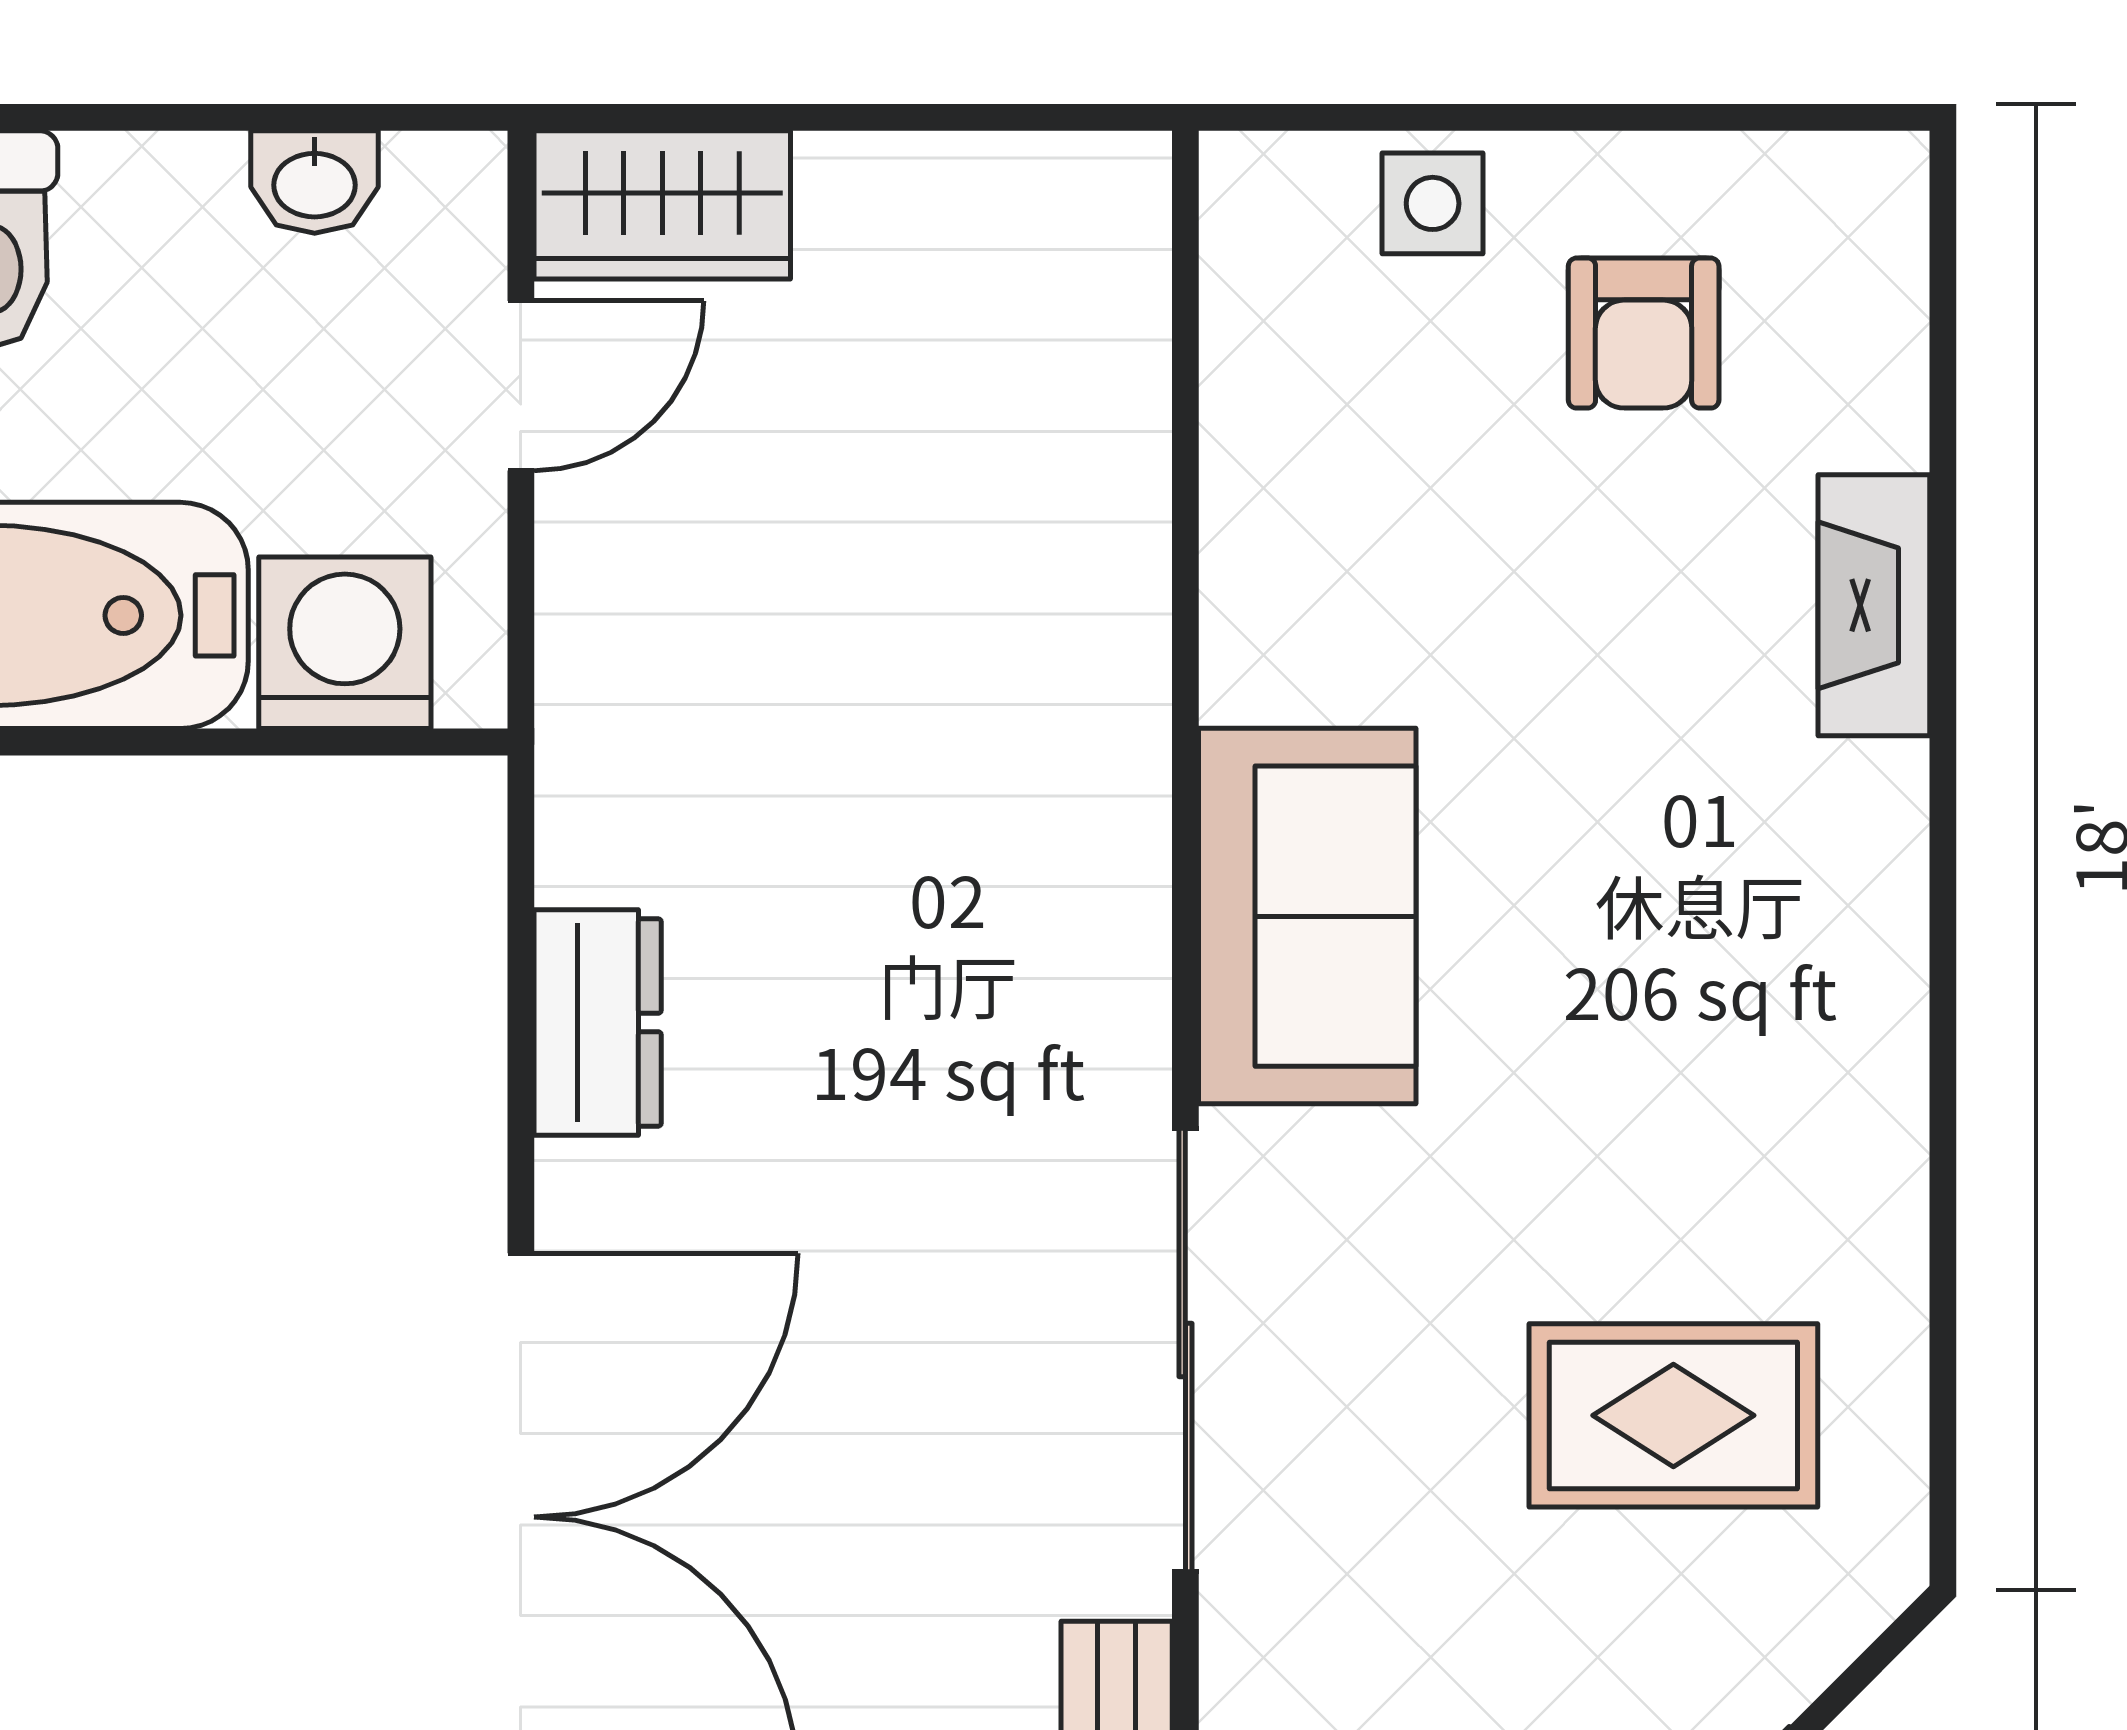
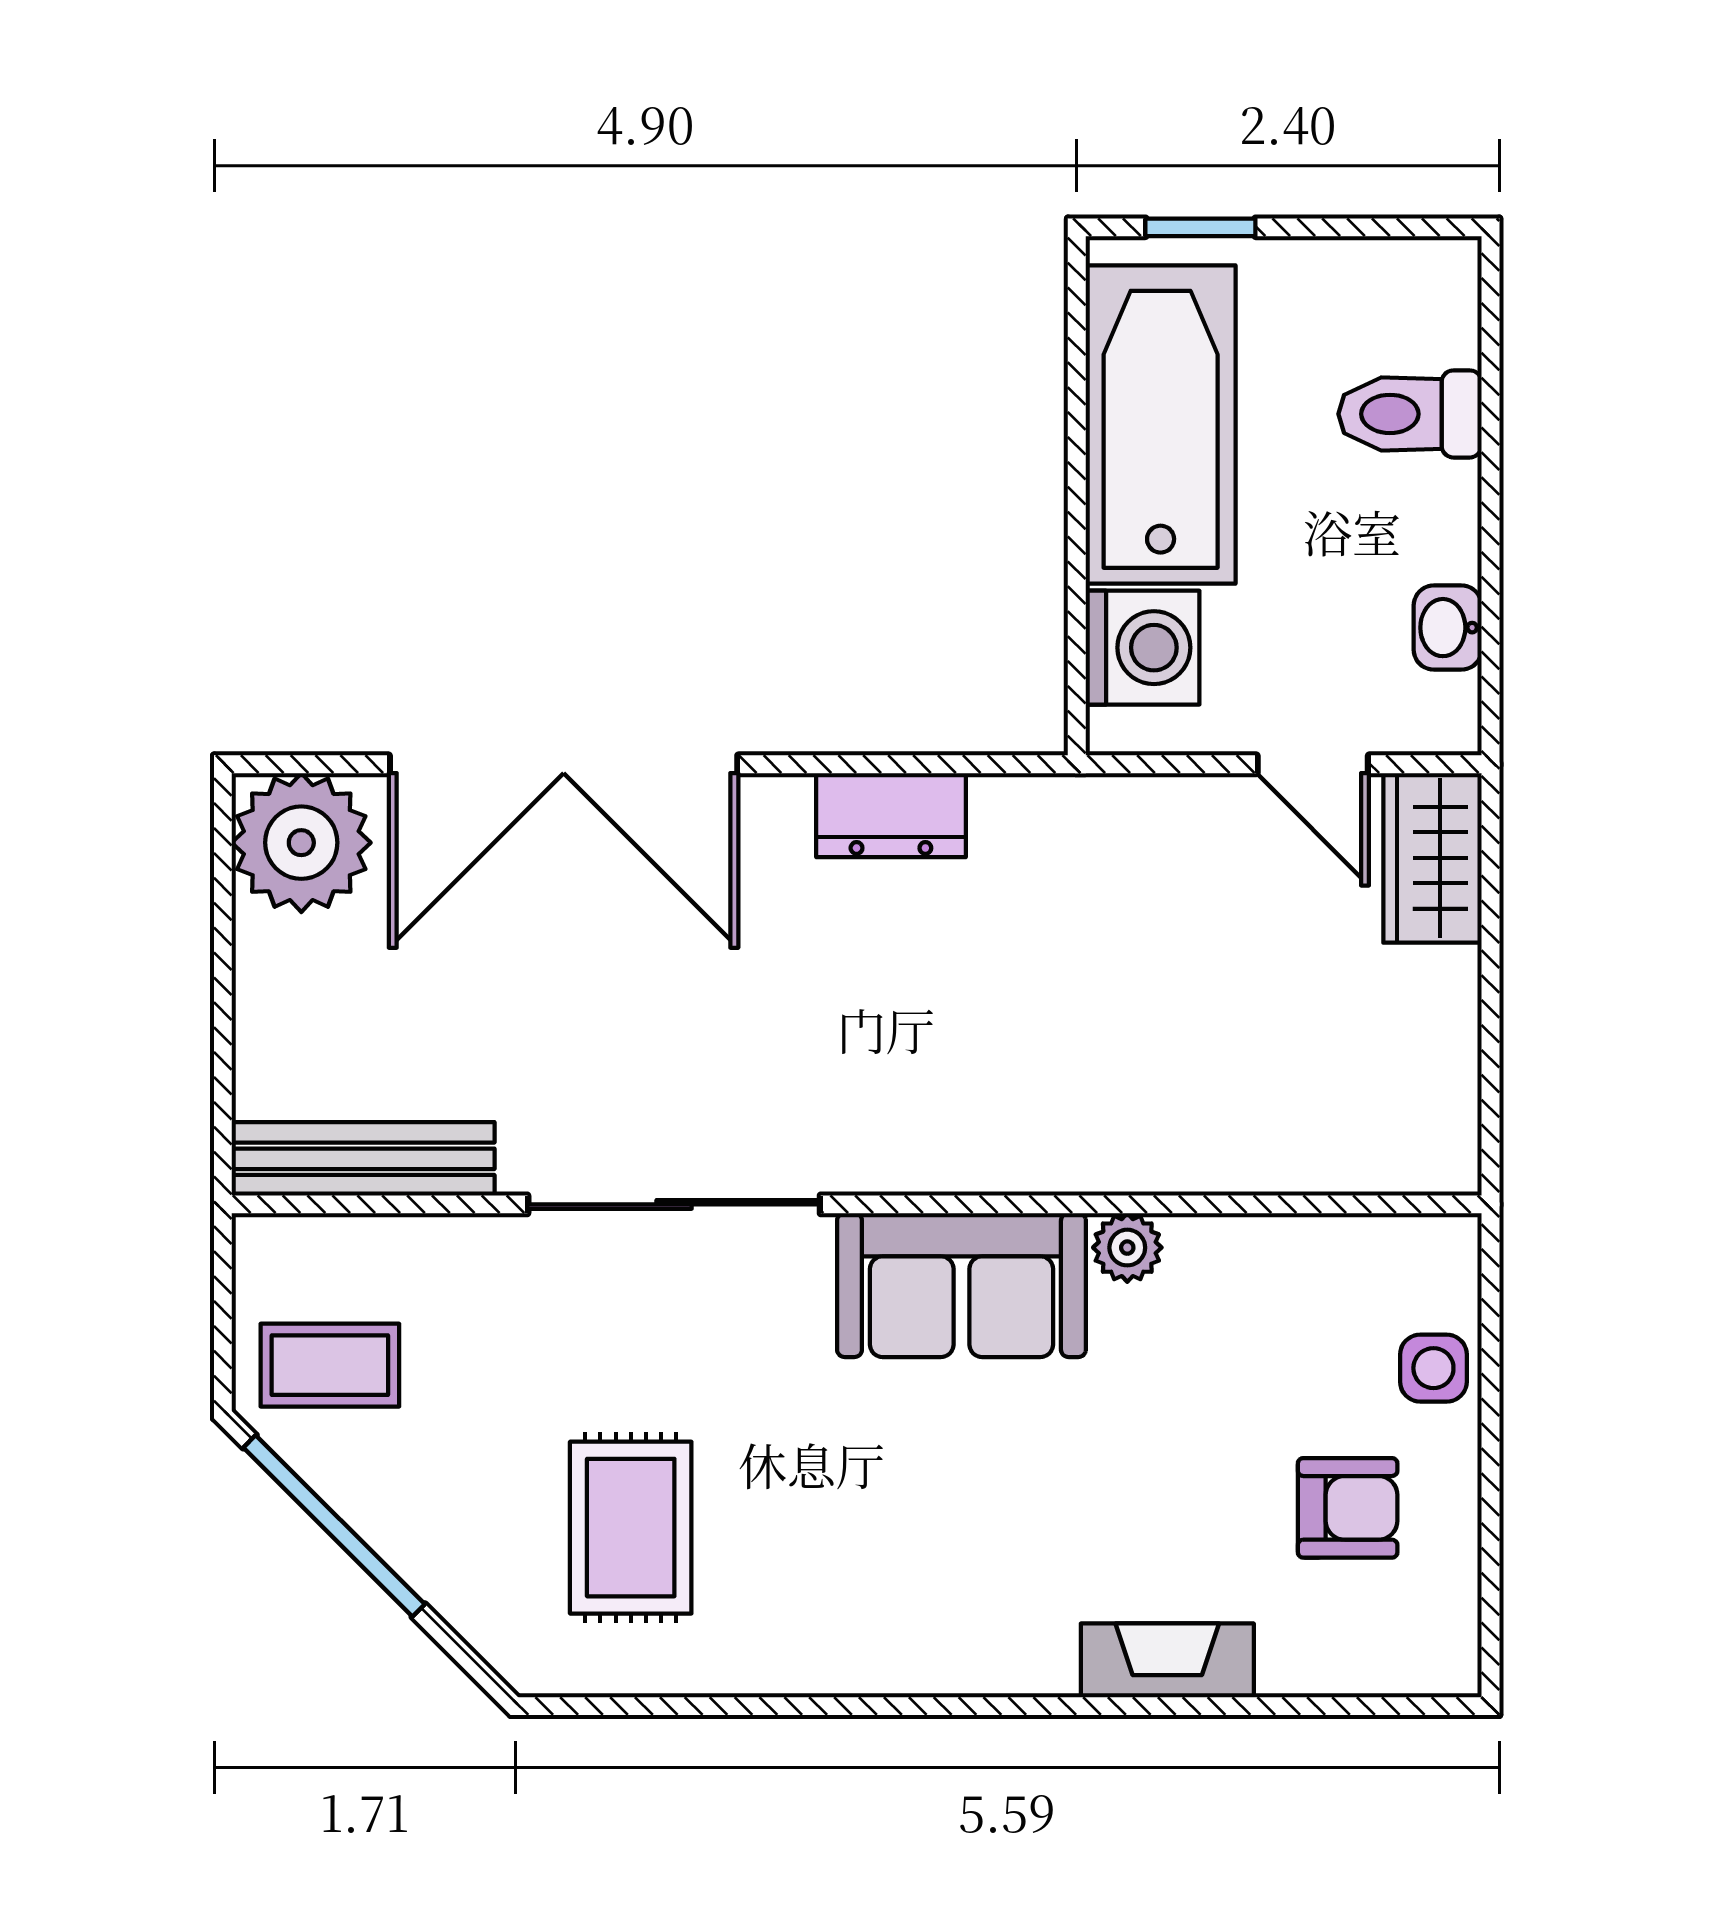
armchair: (1644, 333) -> (1348, 1508), turned 180
plant: (1251, 666) -> (1127, 1248), added

